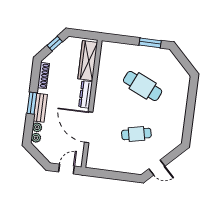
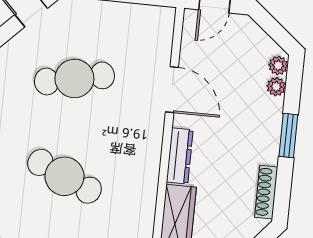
bench: (40, 108) -> (271, 127), removed
door: (89, 127) -> (172, 90), width x0.73
cafe table: (136, 134) -> (74, 78), width x1.37, depth x1.35

